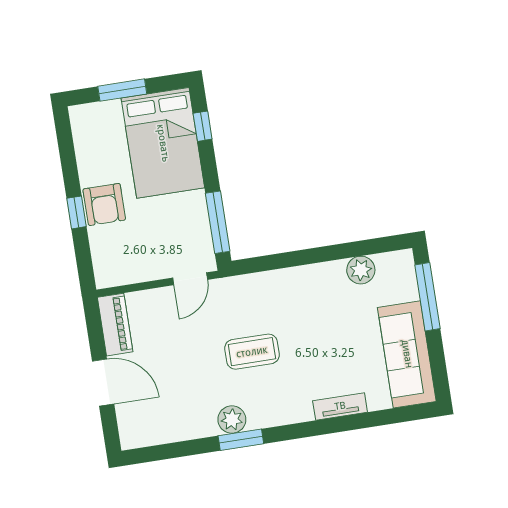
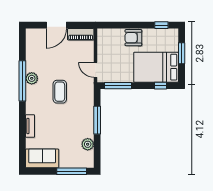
window: (76, 212) -> (161, 25), moved
window: (303, 257) -> (97, 120), added
sofa: (407, 354) -> (42, 158), width x0.73
window: (241, 440) -> (22, 81), width x2.11

